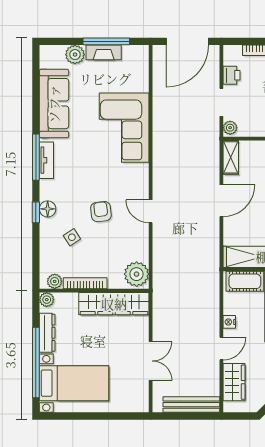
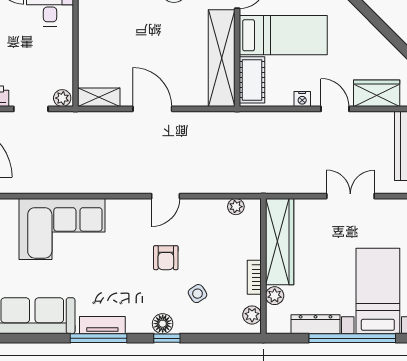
armchair: (101, 212) -> (166, 258), turned -83
plant: (137, 274) -> (236, 207), width x0.53, depth x0.53
bookcase: (85, 283) -> (254, 277), width x0.64
plant: (47, 300) -> (275, 296), moved

